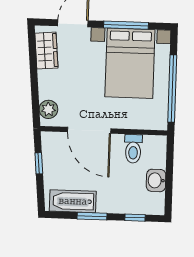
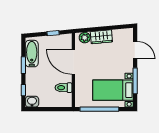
wardrobe: (46, 51) -> (101, 37), moved
bed with nightstands: (130, 63) -> (113, 90), width x0.73
door: (89, 130) -> (73, 62), hinge flipped
washbasin: (156, 180) -> (32, 102), moved

